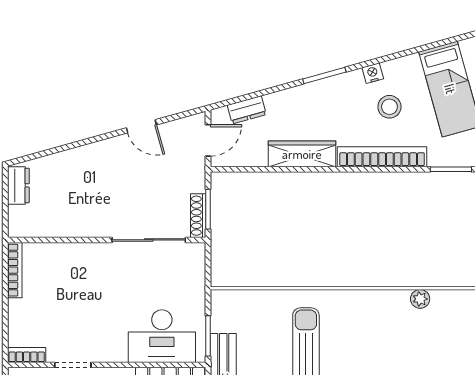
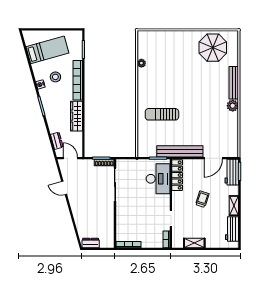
door: (141, 126) -> (64, 188), swing flipped

